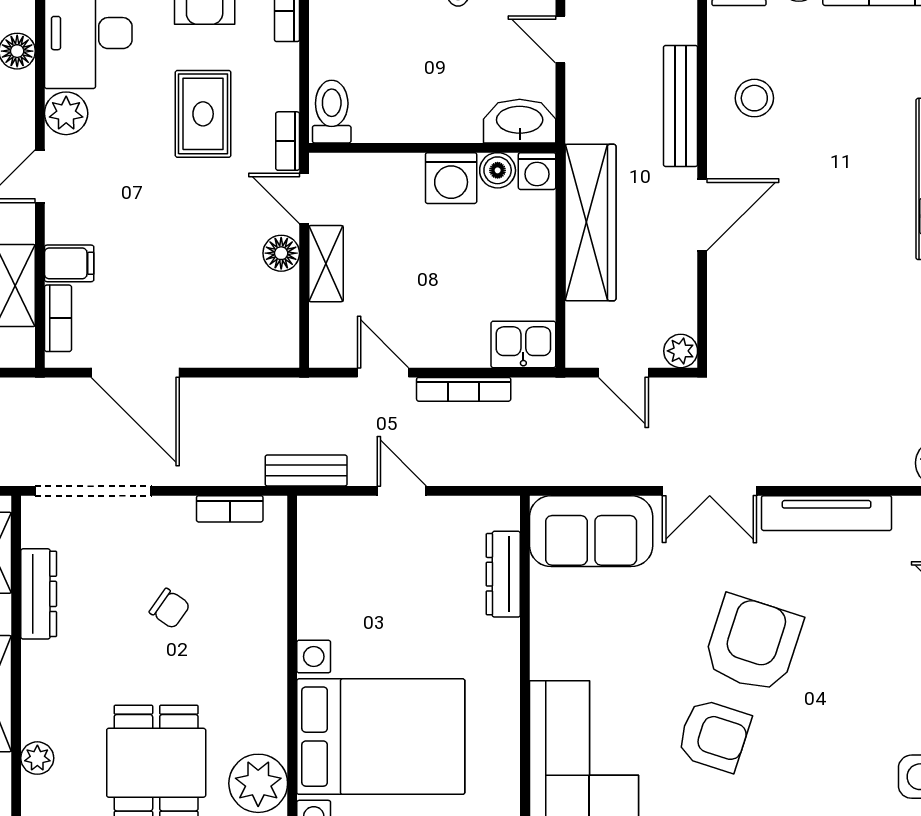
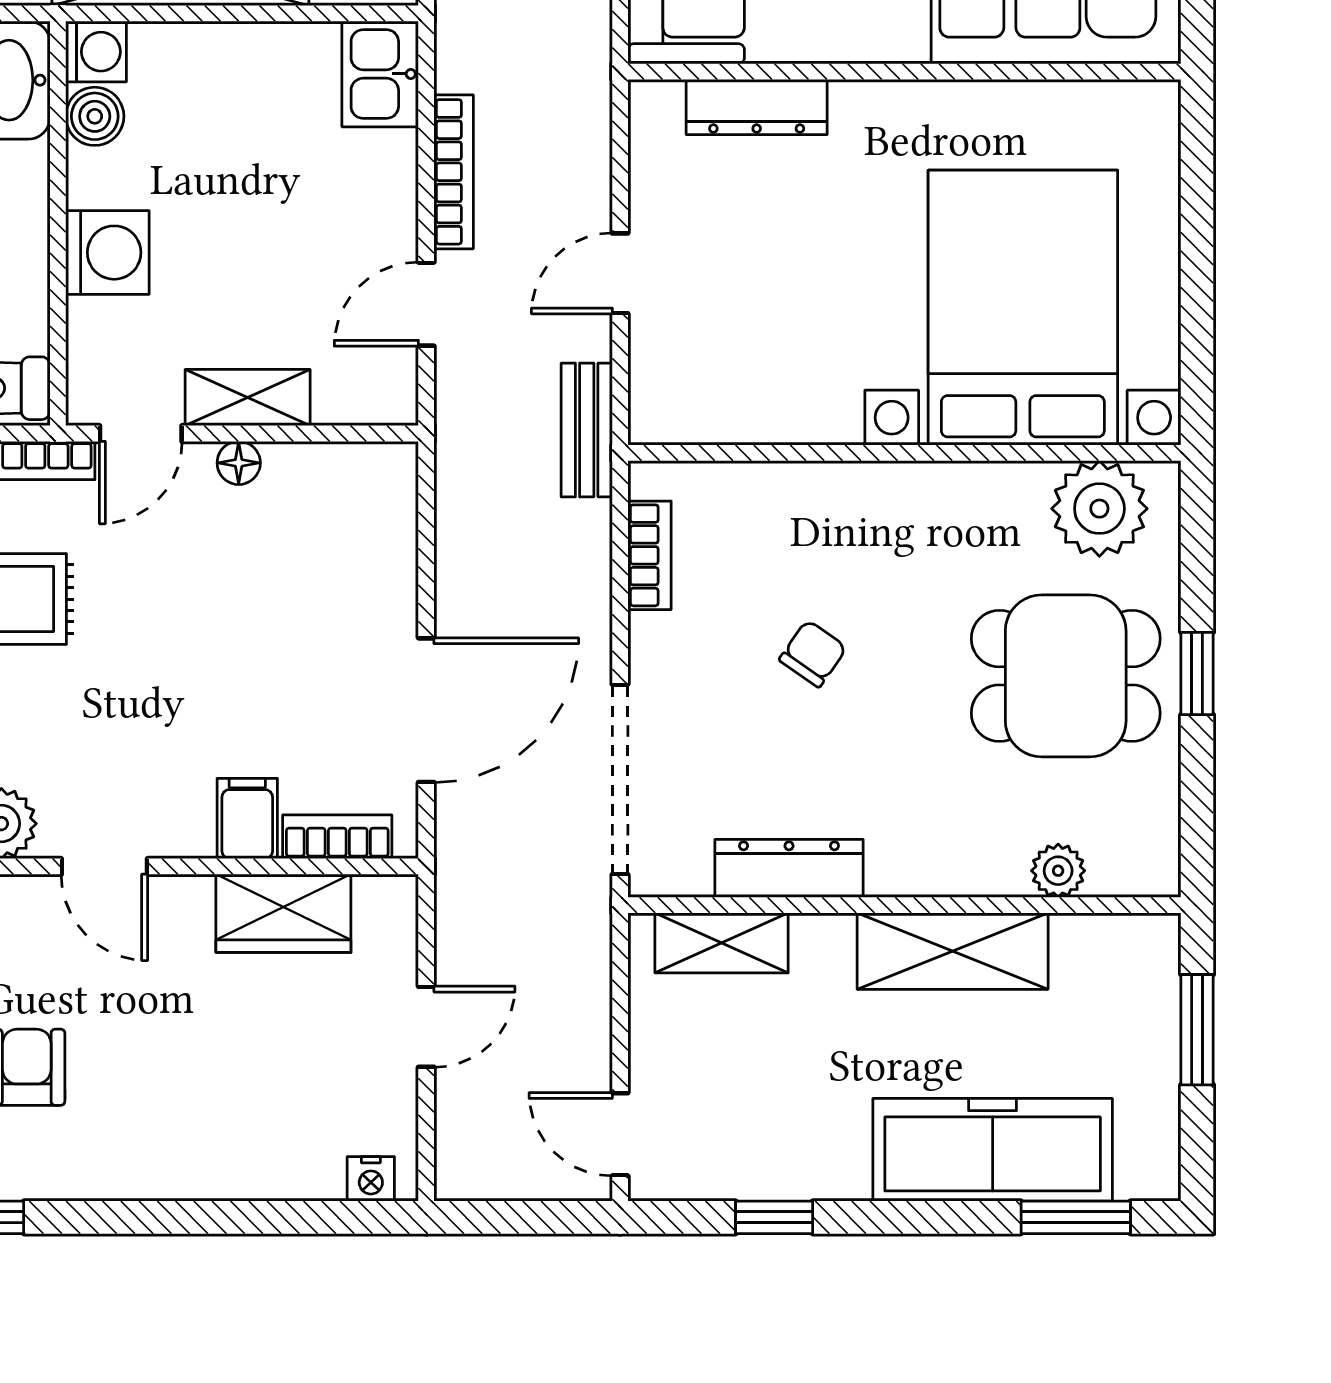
washing machine: (451, 178) -> (107, 253), moved
floor lamp: (281, 253) -> (239, 463), width x0.73, depth x0.73

